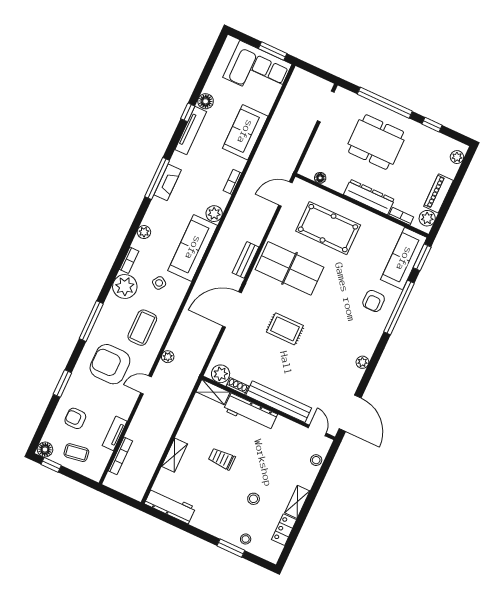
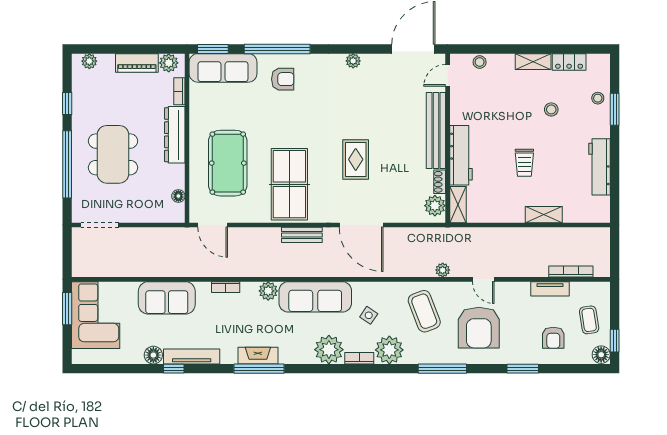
plant: (144, 232) -> (329, 350), width x1.88, depth x1.88
coffee table: (142, 328) -> (424, 311), turned 69
workbench: (170, 506) -> (599, 167), moved

